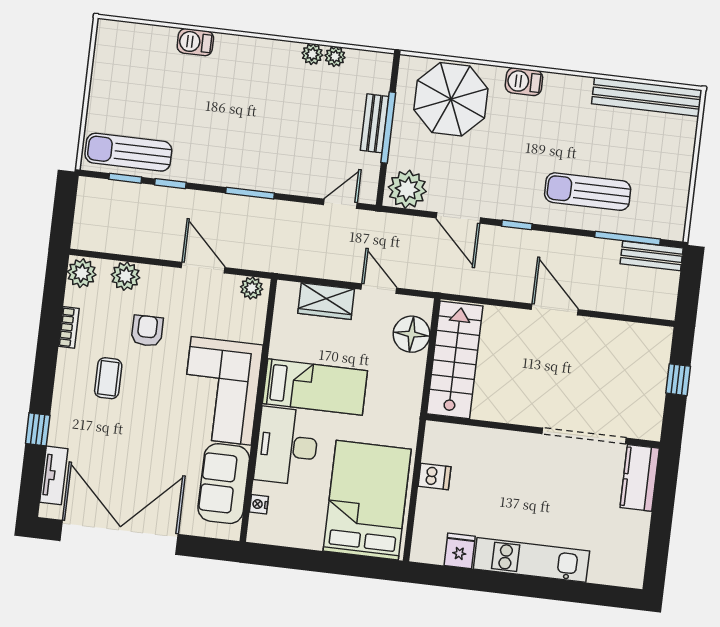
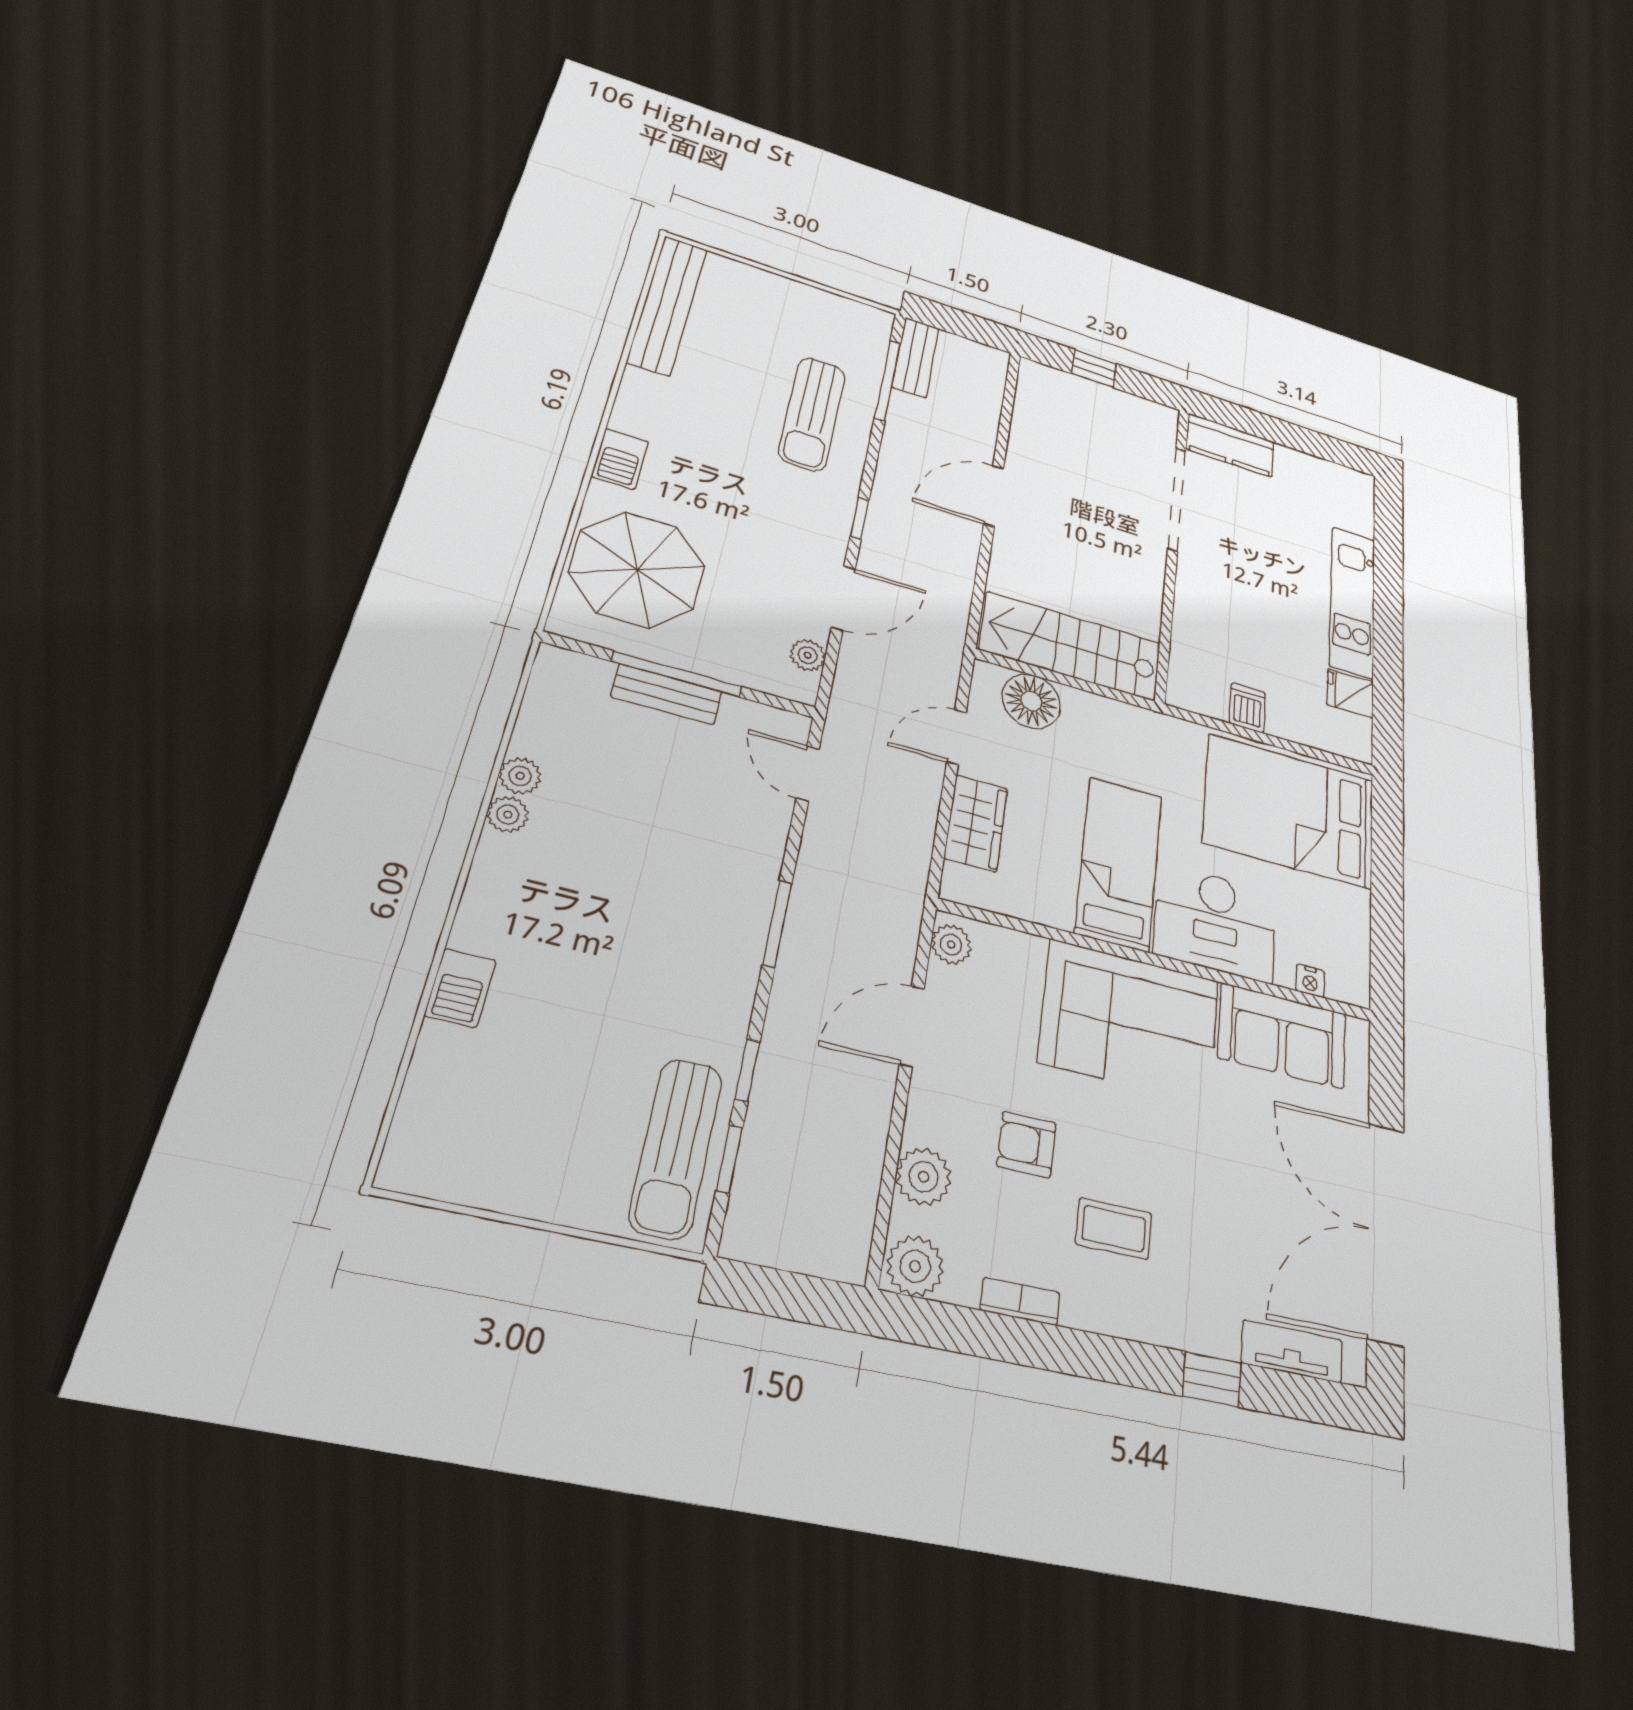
plant: (335, 56) -> (508, 814), moved
plant: (407, 189) -> (808, 655), width x0.53, depth x0.53

